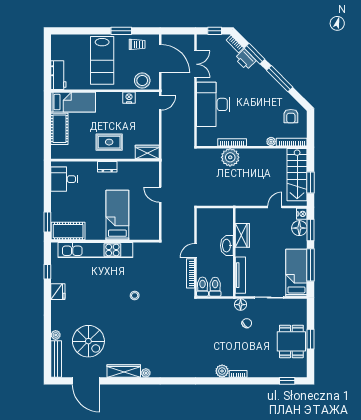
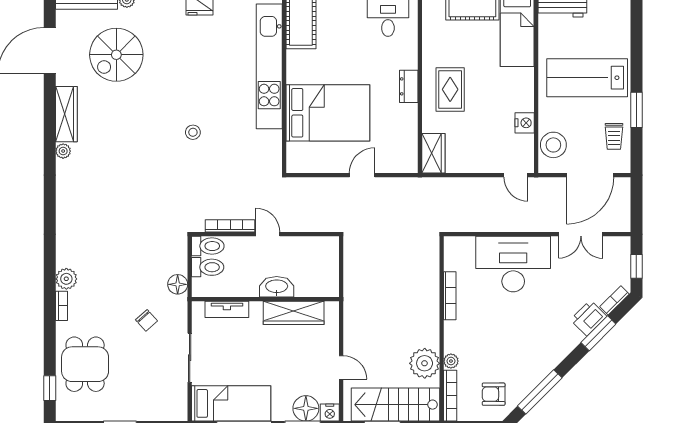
window: (280, 79) -> (540, 392), moved
plant: (230, 157) -> (425, 363), moved
bed: (117, 215) -> (328, 113), width x1.50
wardrobe: (242, 235) -> (294, 313), width x1.50
tv unit: (240, 275) -> (227, 309), width x0.71
floor lamp: (241, 305) -> (178, 284), moved
dining table: (291, 341) -> (85, 364), moved, turned 90

